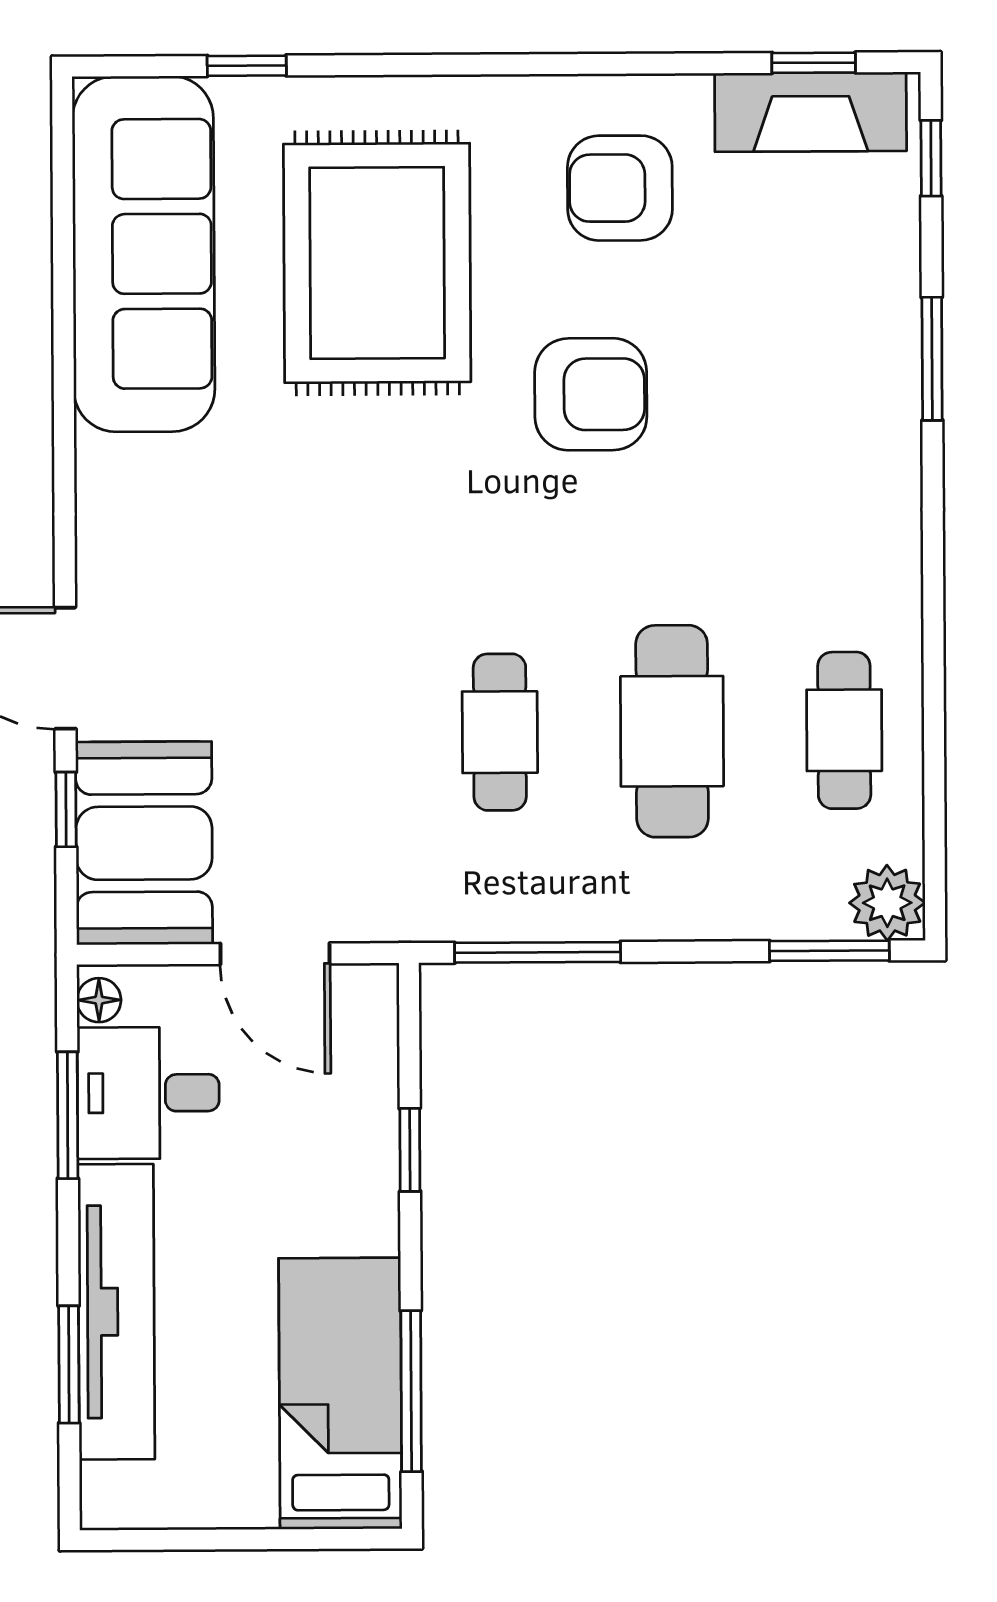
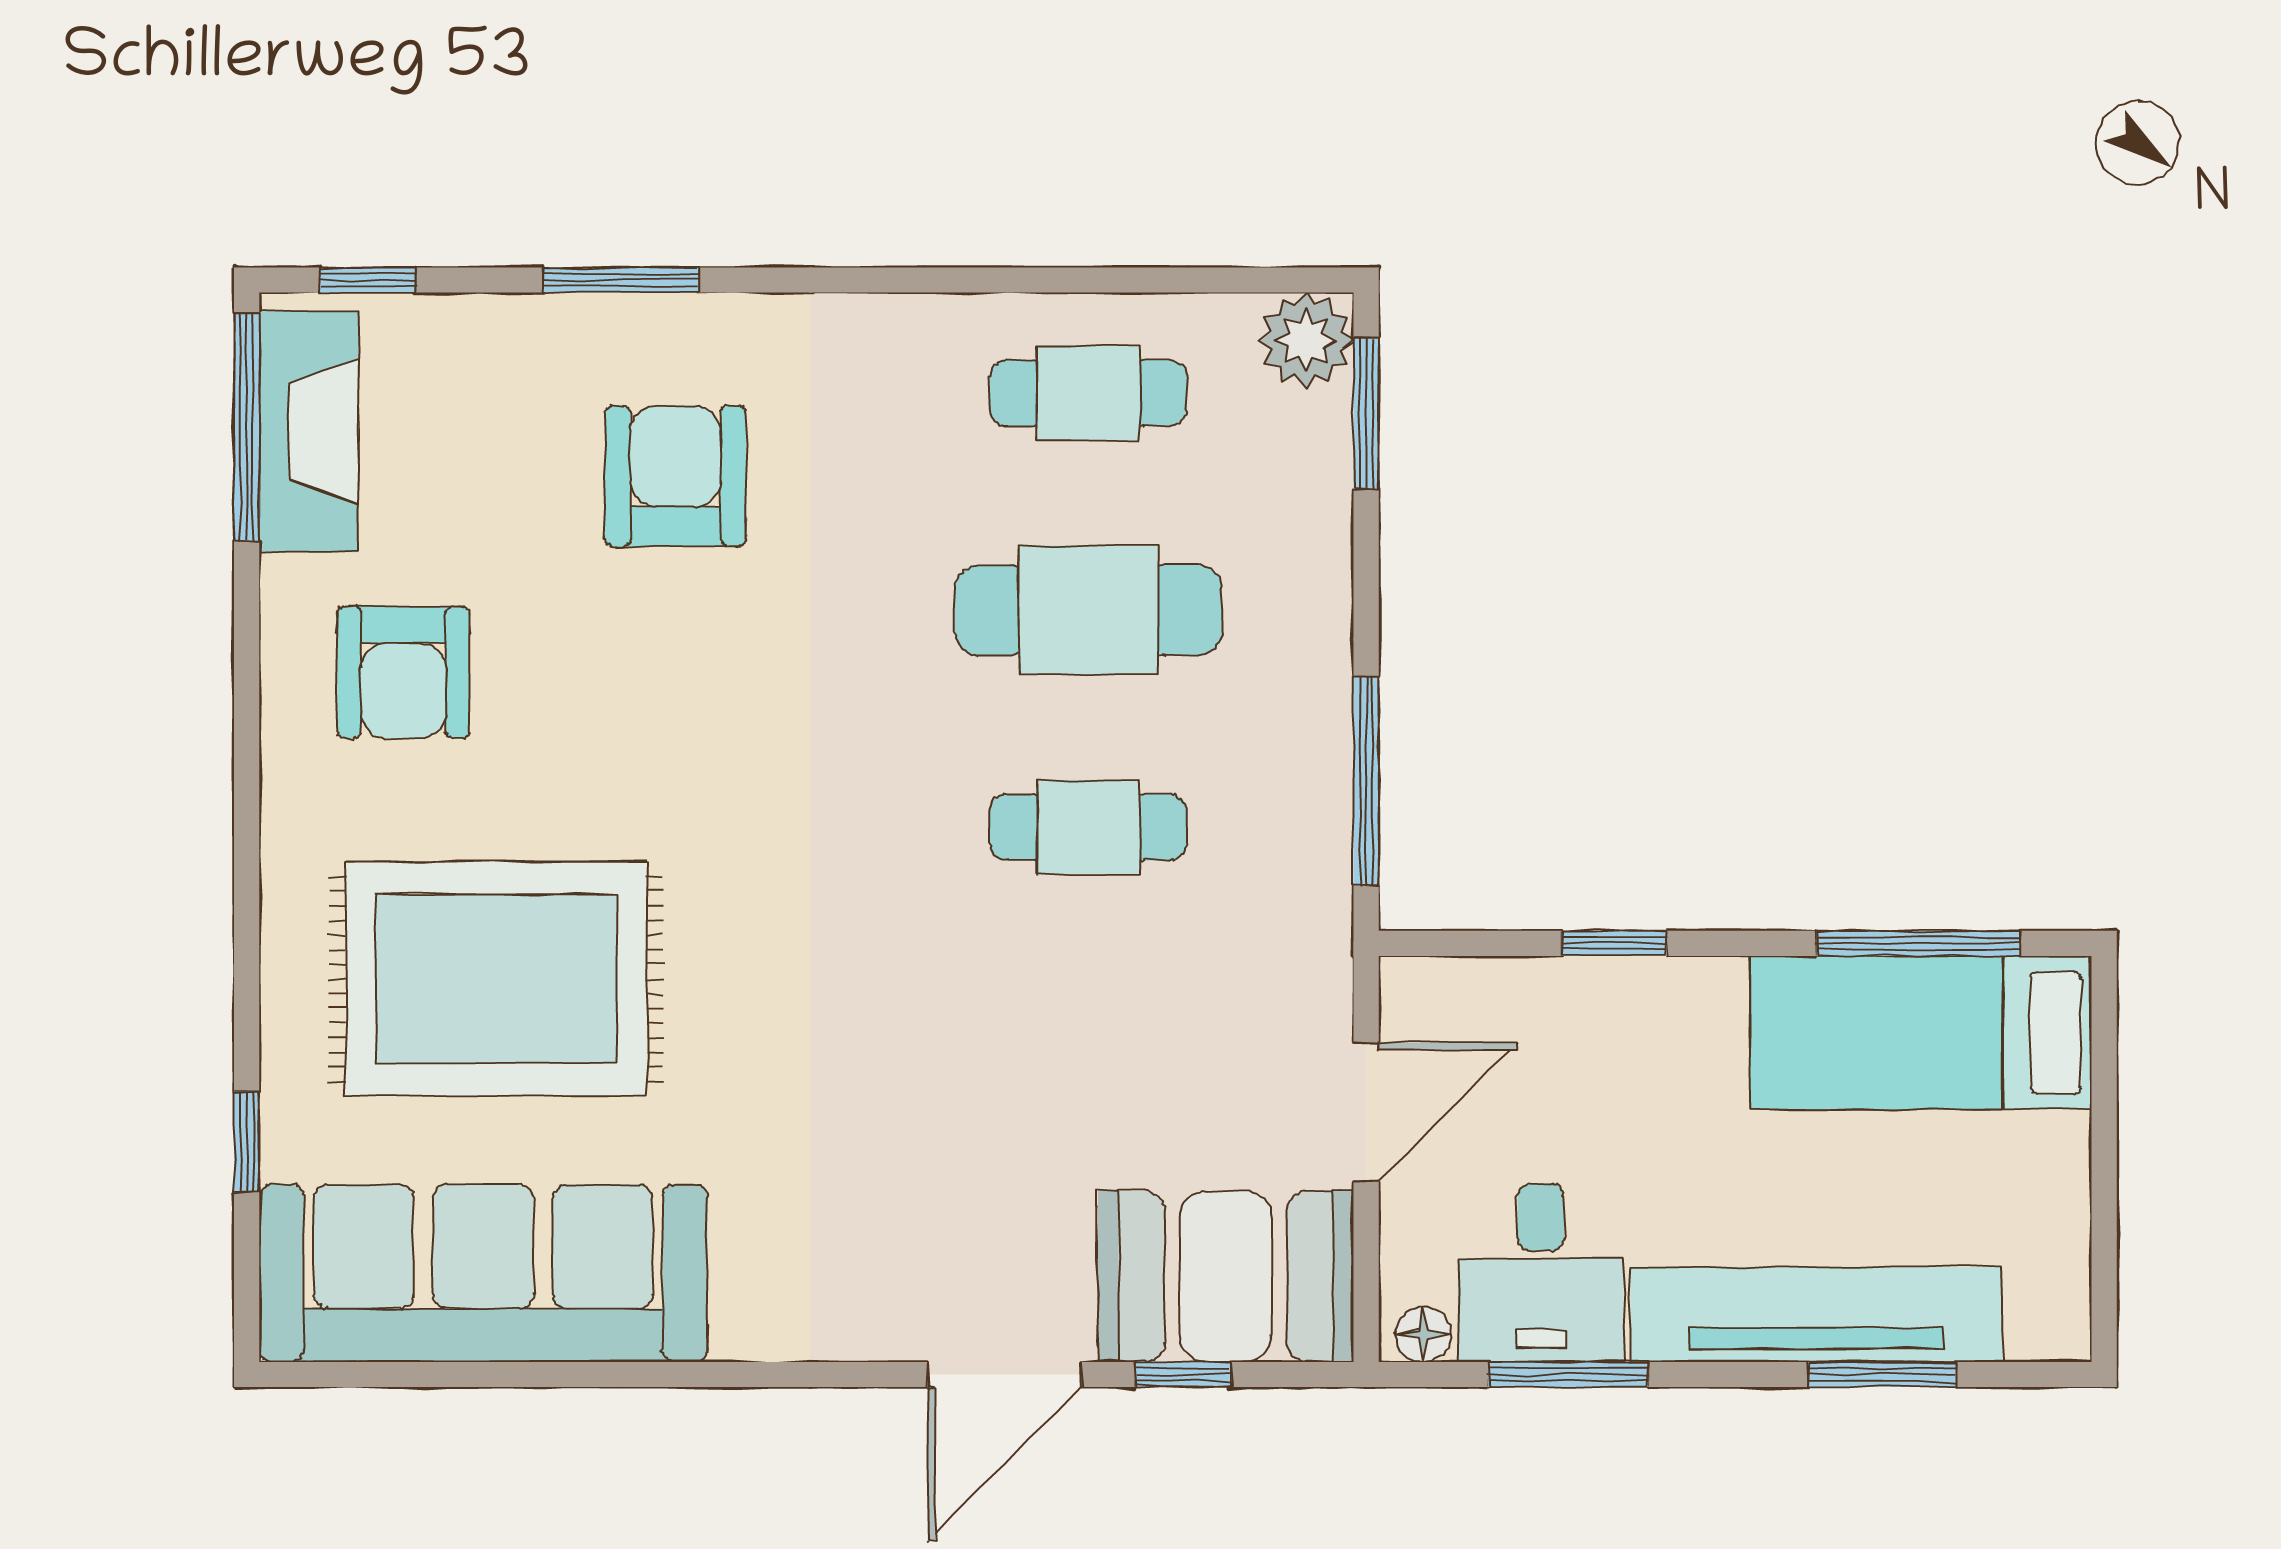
window: (814, 63) -> (247, 427), width x2.17
armchair: (591, 394) -> (676, 476), moved

